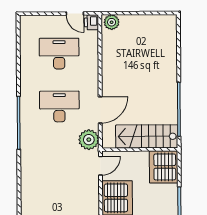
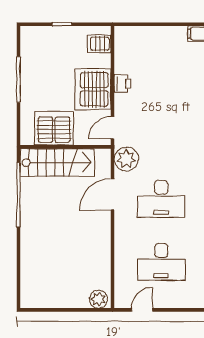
door: (75, 13) -> (142, 310), hinge flipped
printer: (91, 22) -> (122, 84), moved
server rack: (164, 167) -> (54, 128), moved, turned -90

